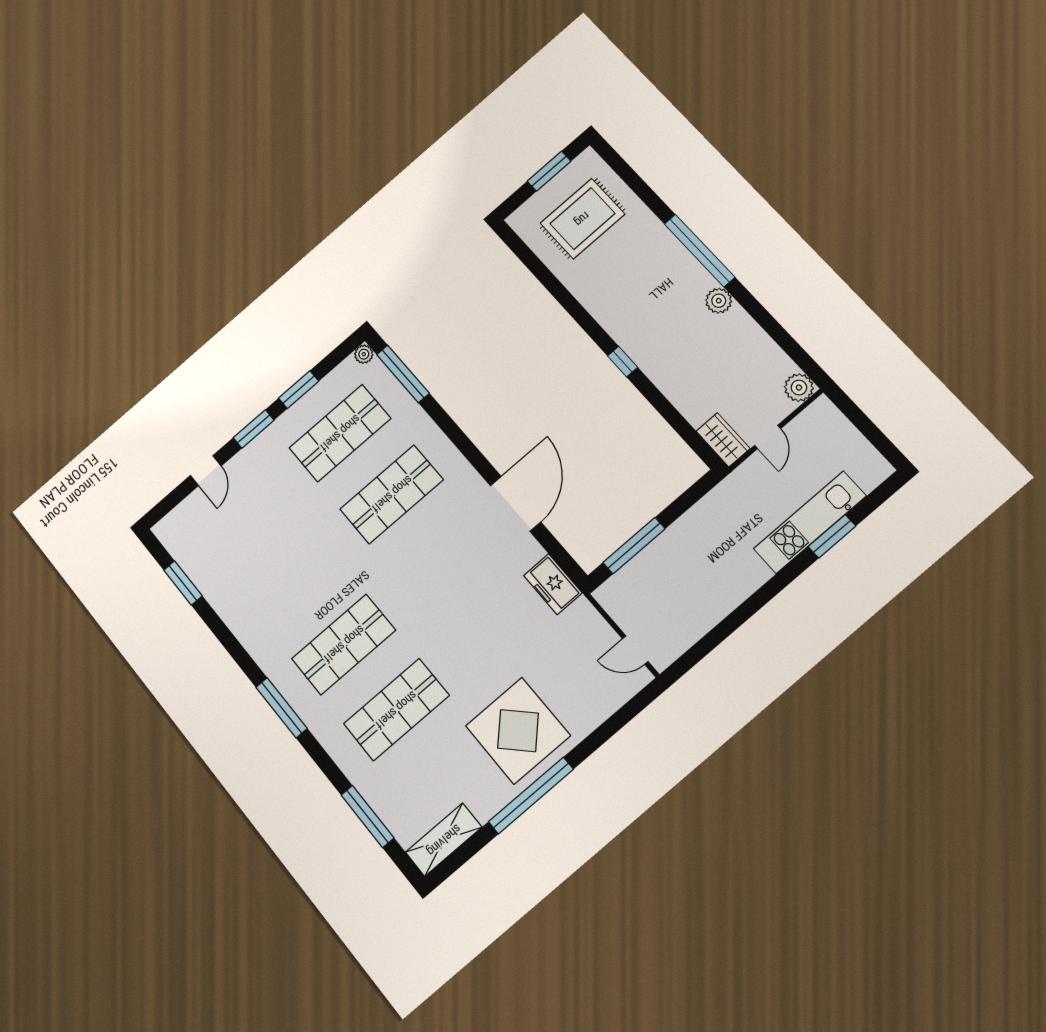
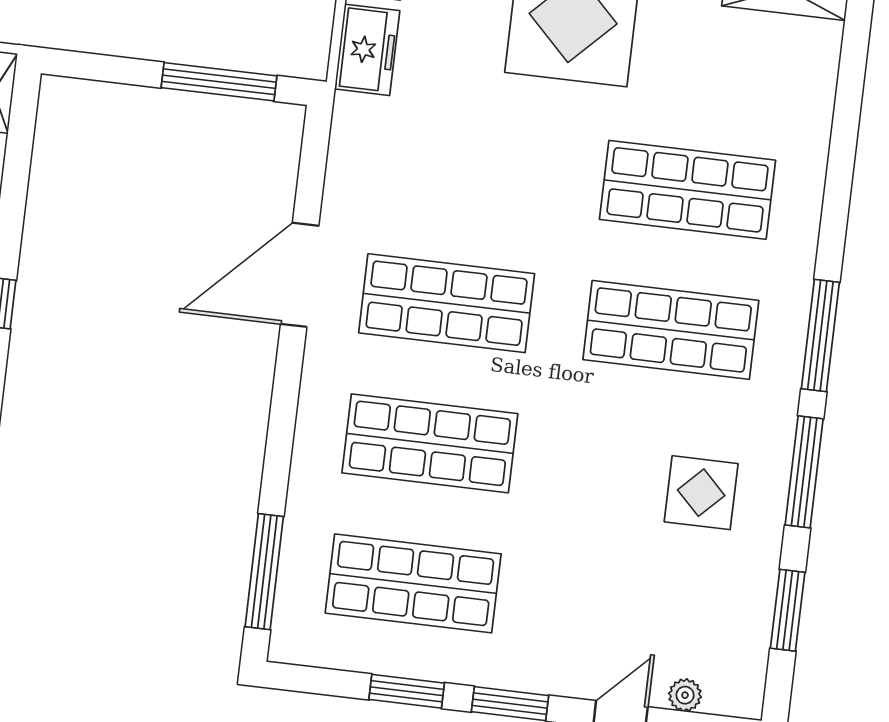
plant: (364, 354) -> (685, 695), moved
shop shelf: (444, 557) -> (447, 303), added
freezer: (553, 584) -> (367, 50), moved
display table: (264, 592) -> (701, 493), added
window: (367, 816) -> (804, 472), moved

